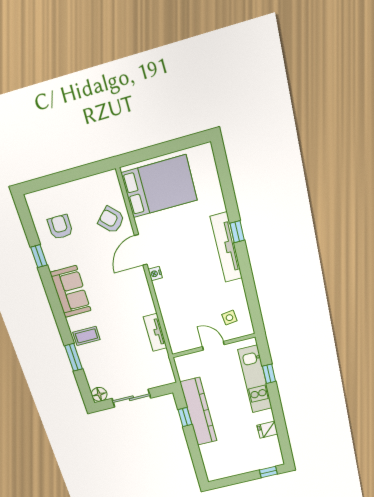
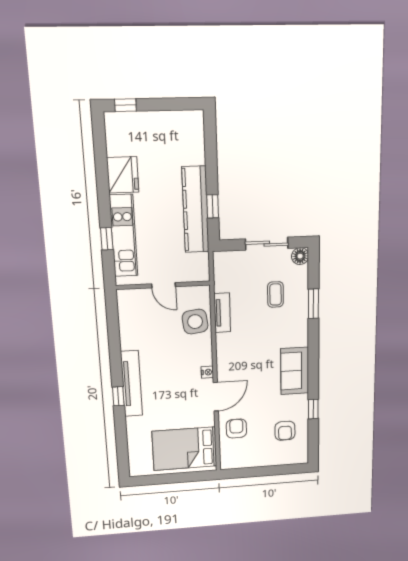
armchair: (111, 220) -> (236, 429), turned -135
side table: (229, 318) -> (195, 322), moved, width x1.87, depth x1.87
coffee table: (86, 336) -> (275, 294), moved, turned 90
fridge: (267, 430) -> (123, 175), width x1.88, depth x1.34

